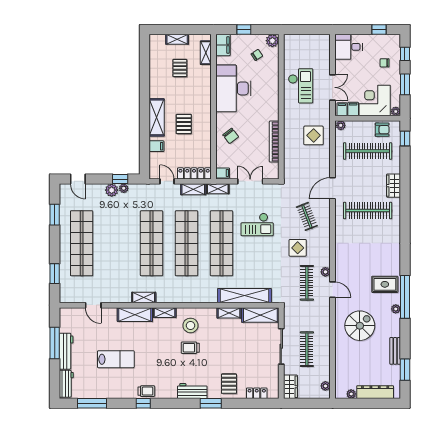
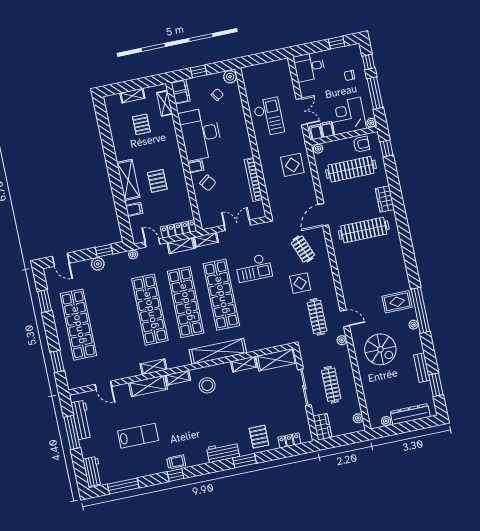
window: (405, 84) -> (375, 93), width x1.44
filing cabinet: (223, 173) -> (196, 166), moved
plant: (124, 188) -> (133, 254), moved
plant: (325, 272) -> (342, 340), moved
shelving: (244, 296) -> (218, 351), moved
spiral stairs: (360, 326) -> (380, 349), turned 90
trolley: (190, 348) -> (212, 408), removed
workbench: (66, 351) -> (82, 420), moved

